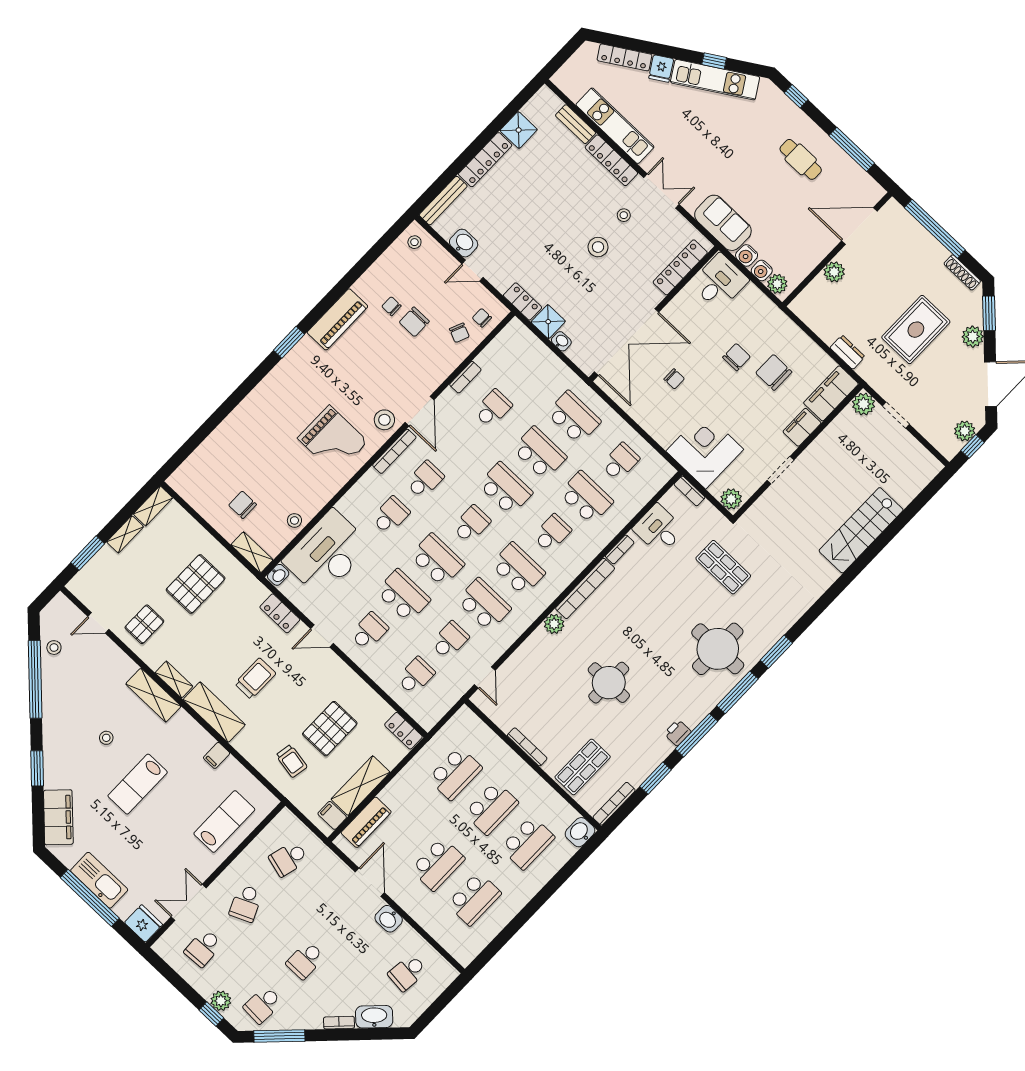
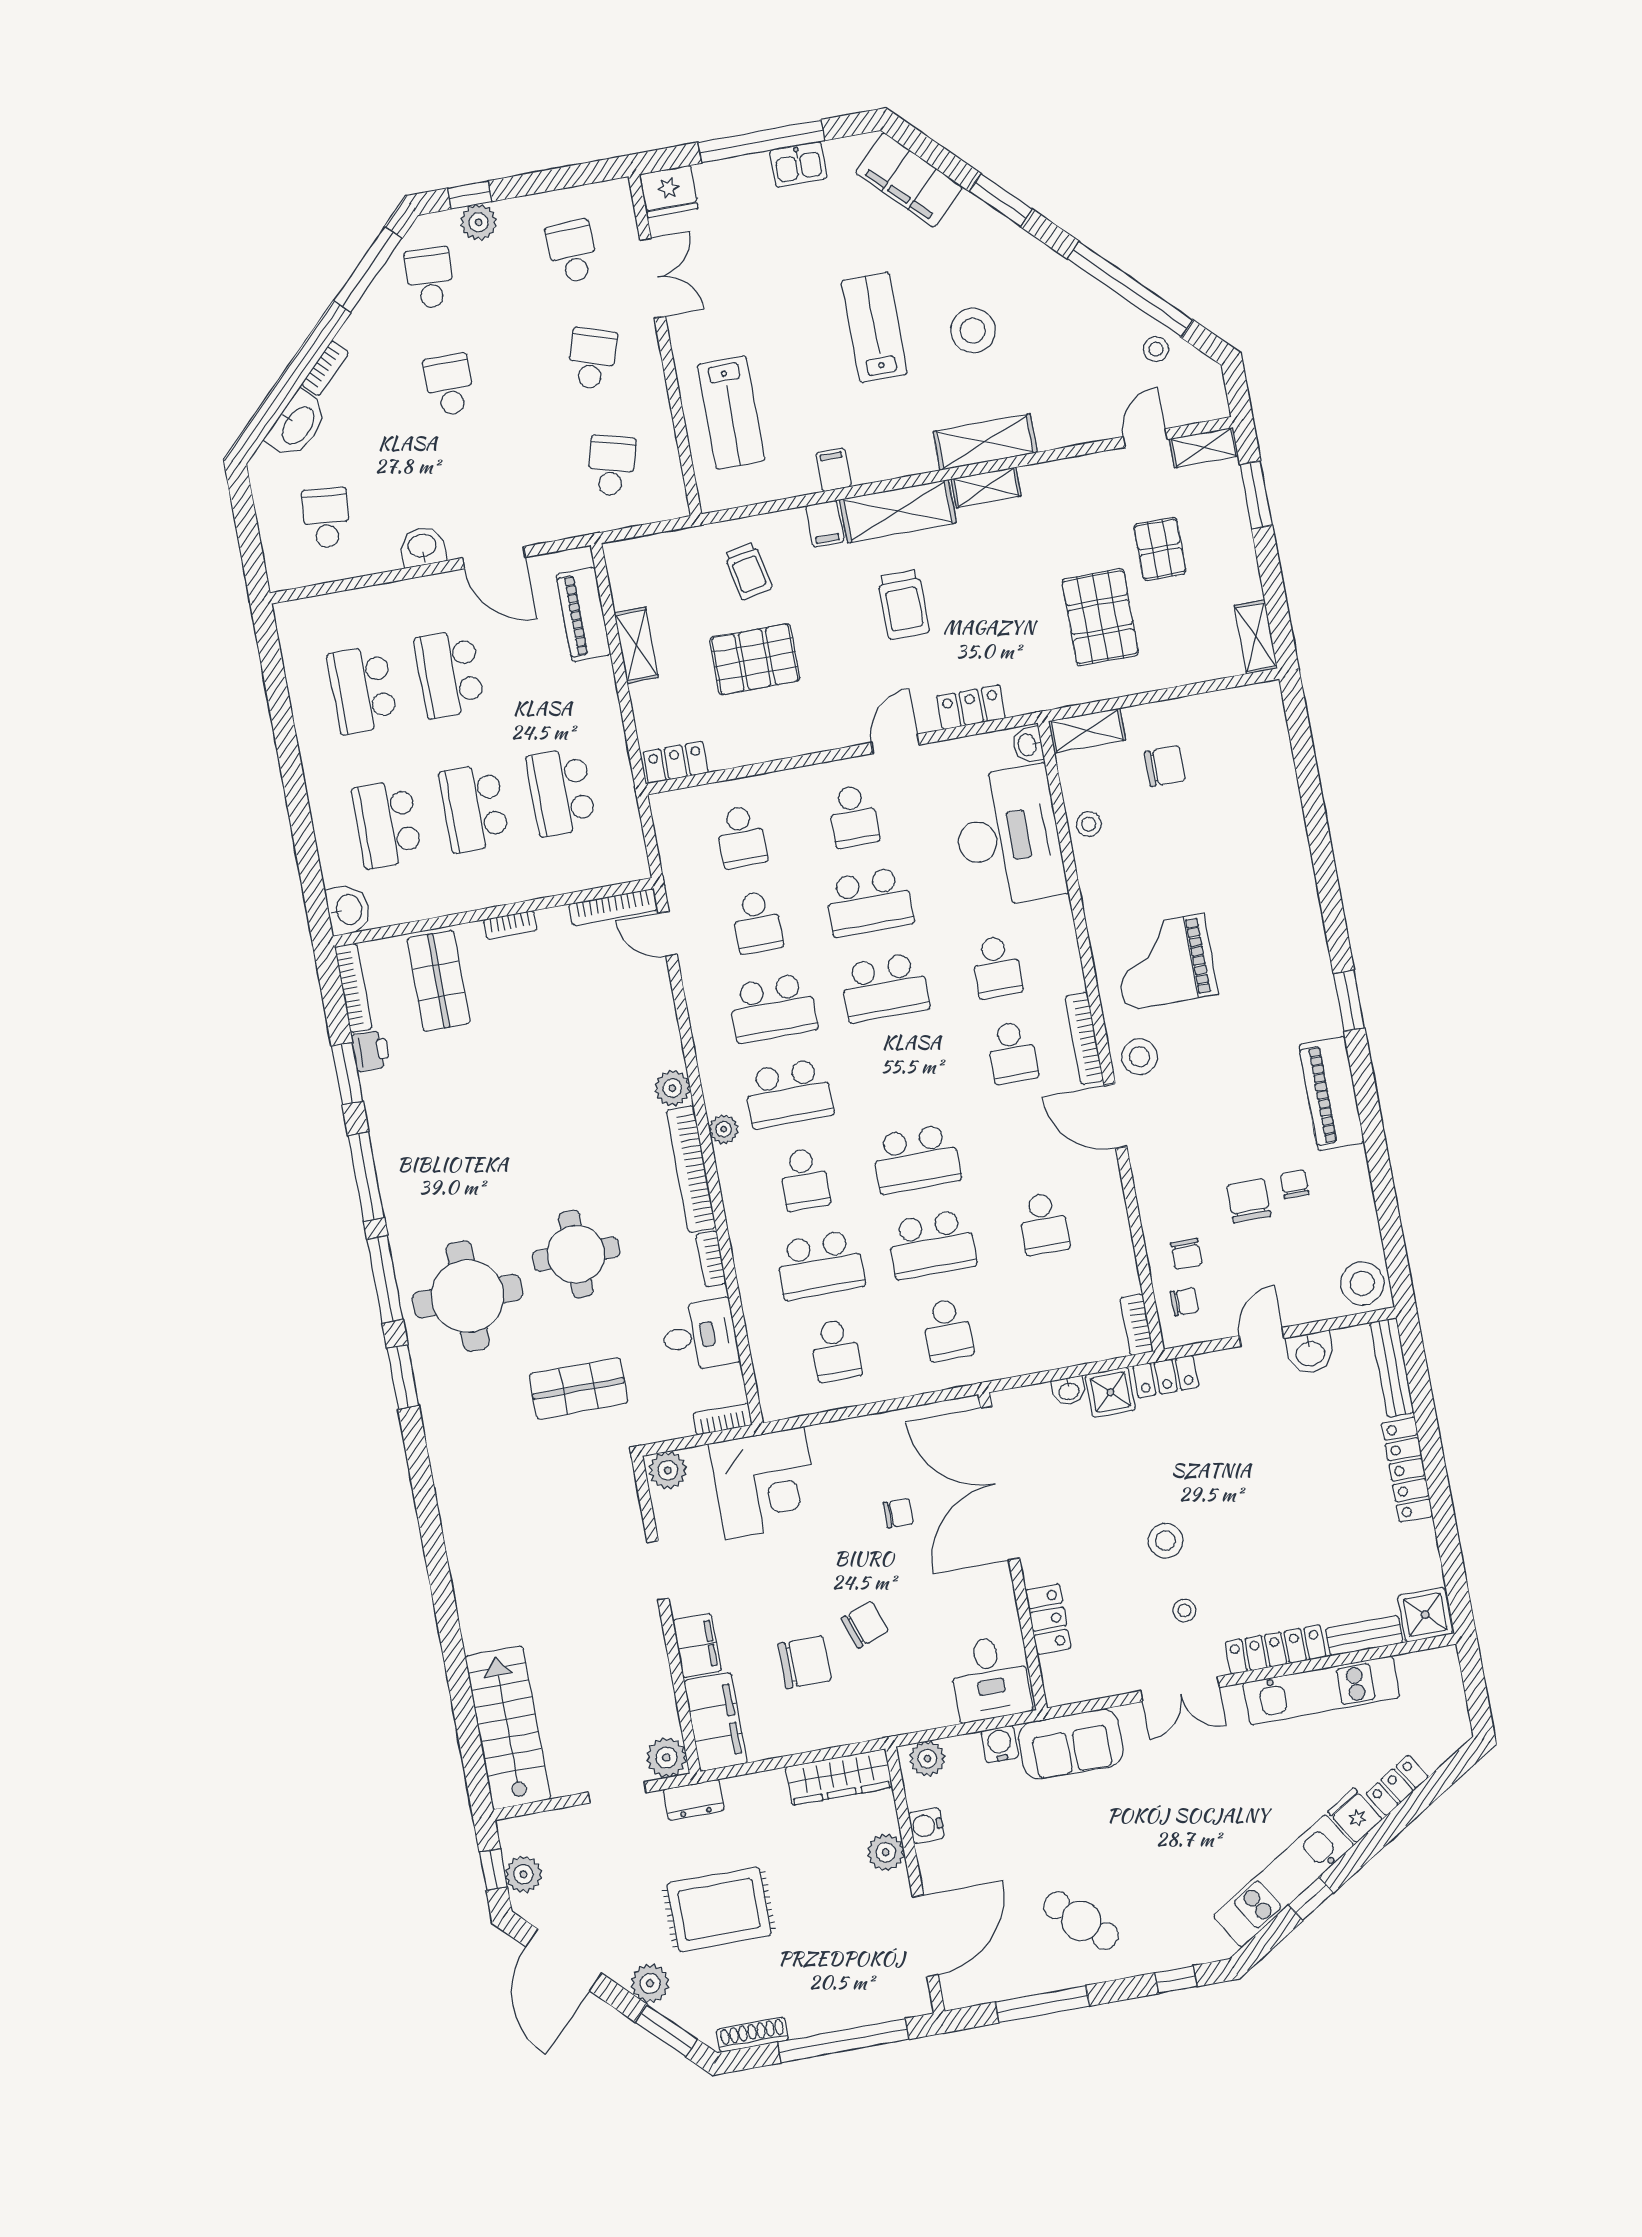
locker: (624, 57) -> (1397, 1785), width x0.66
shower: (519, 130) -> (1425, 1615), moved
cafe table: (801, 159) -> (1081, 1921), turned 43
stool: (414, 242) -> (1362, 1283), width x1.89, depth x1.89
locker: (680, 267) -> (1048, 1619), width x0.66
water cooler: (762, 270) -> (926, 1825), moved, turned -90
chair: (391, 306) -> (1295, 1184), turned -90
wardrobe: (815, 318) -> (839, 1777), added
rug: (916, 330) -> (719, 1909), turned 90
chair: (459, 333) -> (1186, 1254), turned -113
dresser: (847, 352) -> (694, 1800), moved
chair: (736, 357) -> (865, 1625), turned -110
bookcase: (465, 377) -> (1137, 1325), moved
chair: (674, 379) -> (898, 1513), turned 180
school desk: (574, 417) -> (947, 1330), width x0.54
school desk: (471, 524) -> (900, 1073), removed
stairs: (861, 530) -> (508, 1728), moved
shelving: (125, 534) -> (1204, 447), moved, turned 90
plant: (556, 587) -> (724, 1129), added
pallet: (144, 624) -> (1160, 549), moved
round table: (609, 683) -> (576, 1254), moved
bookcase: (491, 711) -> (613, 907), added
pallet: (330, 729) -> (755, 659), turned 90
printer: (678, 733) -> (371, 1051), moved
stool: (106, 738) -> (973, 330), width x1.89, depth x1.89
bookcase: (527, 747) -> (510, 925), width x0.64
trolley: (291, 761) -> (748, 571), turned -111
shelving: (360, 786) -> (636, 645), width x0.67, depth x0.75
filing cabinet: (332, 815) -> (825, 524), moved, turned 90
kitchen sink: (99, 880) -> (798, 164), width x0.53, depth x0.81
school desk: (246, 903) -> (592, 359), turned 42

